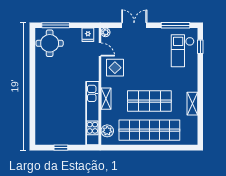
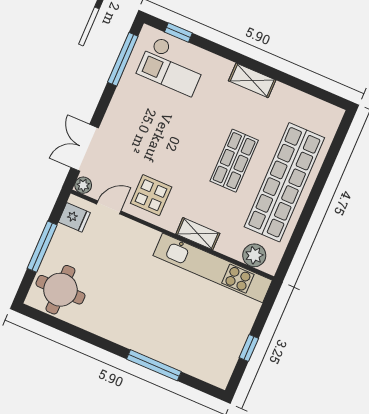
window: (56, 25) -> (42, 247), moved
double door: (134, 25) -> (85, 148), moved
shop shelf: (149, 101) -> (234, 161), width x0.70, depth x0.74
shelving: (192, 104) -> (252, 80), moved
window: (32, 105) -> (154, 365), added

